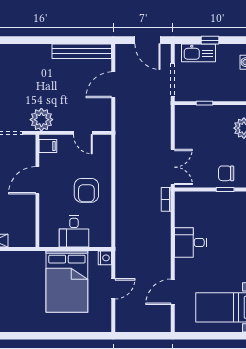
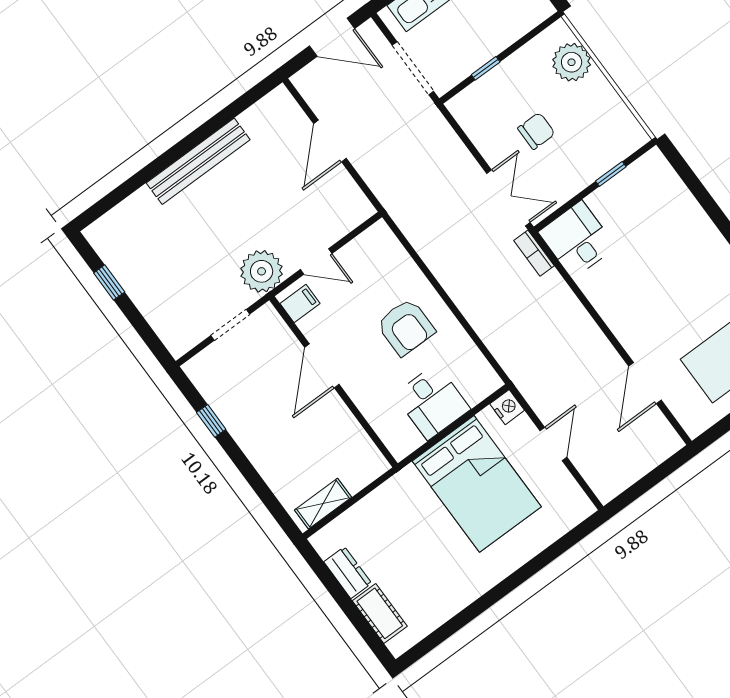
bench: (82, 51) -> (198, 161), moved
door: (83, 133) -> (316, 261), moved
chair: (226, 173) -> (536, 131), moved, turned 180
desk: (191, 243) -> (577, 239), moved, turned 90

